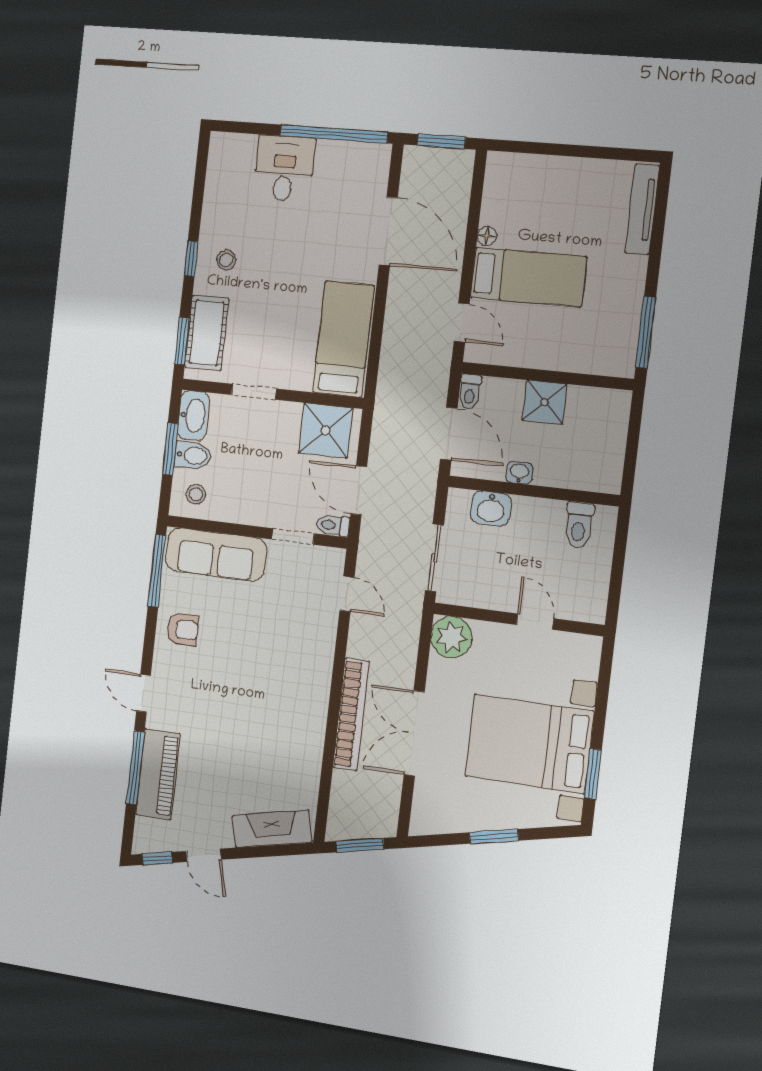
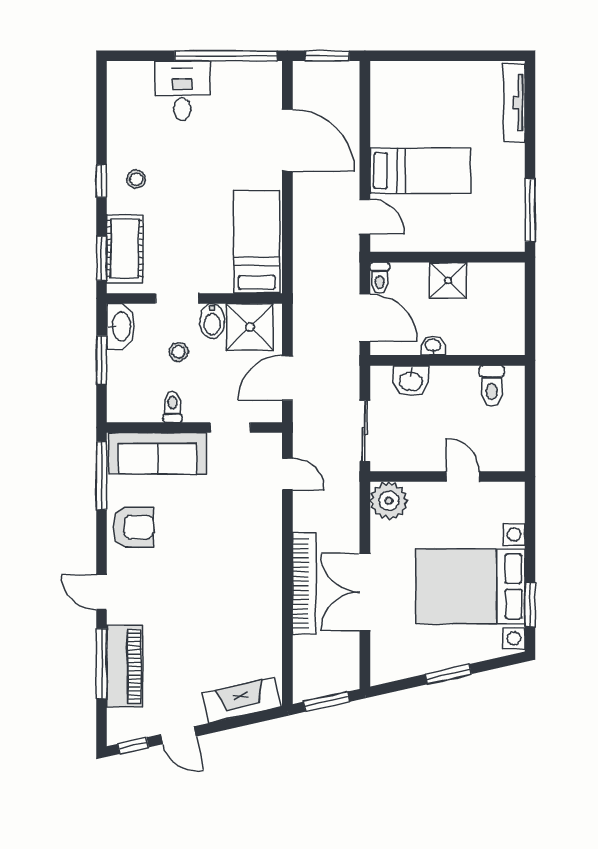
floor lamp: (487, 236) -> (379, 137), removed
bidet: (193, 455) -> (212, 321), moved, turned 90
door: (359, 490) -> (287, 378), hinge flipped
stool: (196, 494) -> (179, 352), moved
toilet: (333, 525) -> (172, 407), moved, turned 90
armchair: (183, 629) -> (133, 527), width x1.38, depth x1.38

